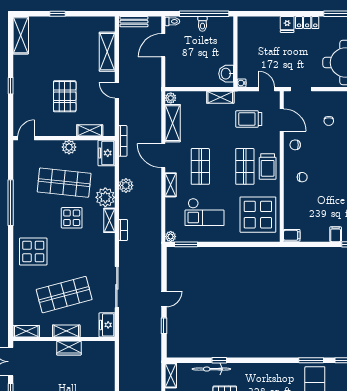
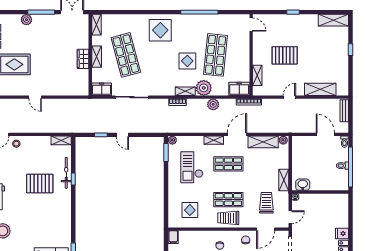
plant: (69, 147) -> (244, 59), removed
display table: (258, 215) -> (190, 210), width x0.54, depth x0.54

